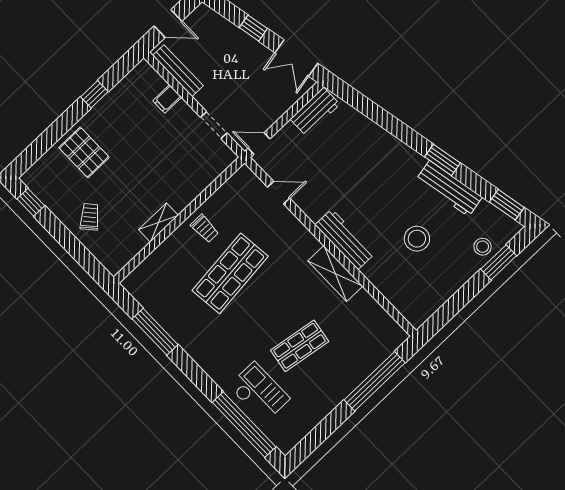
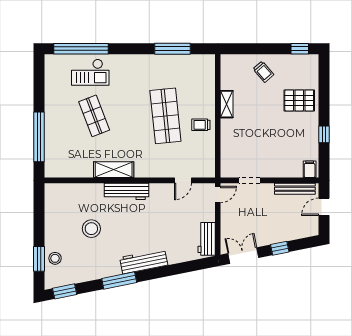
filing cabinet: (167, 99) -> (310, 169), moved
window: (443, 160) -> (119, 280), width x1.44
workbench: (449, 188) -> (144, 261), moved
shop shelf: (300, 346) -> (94, 116), turned -30

